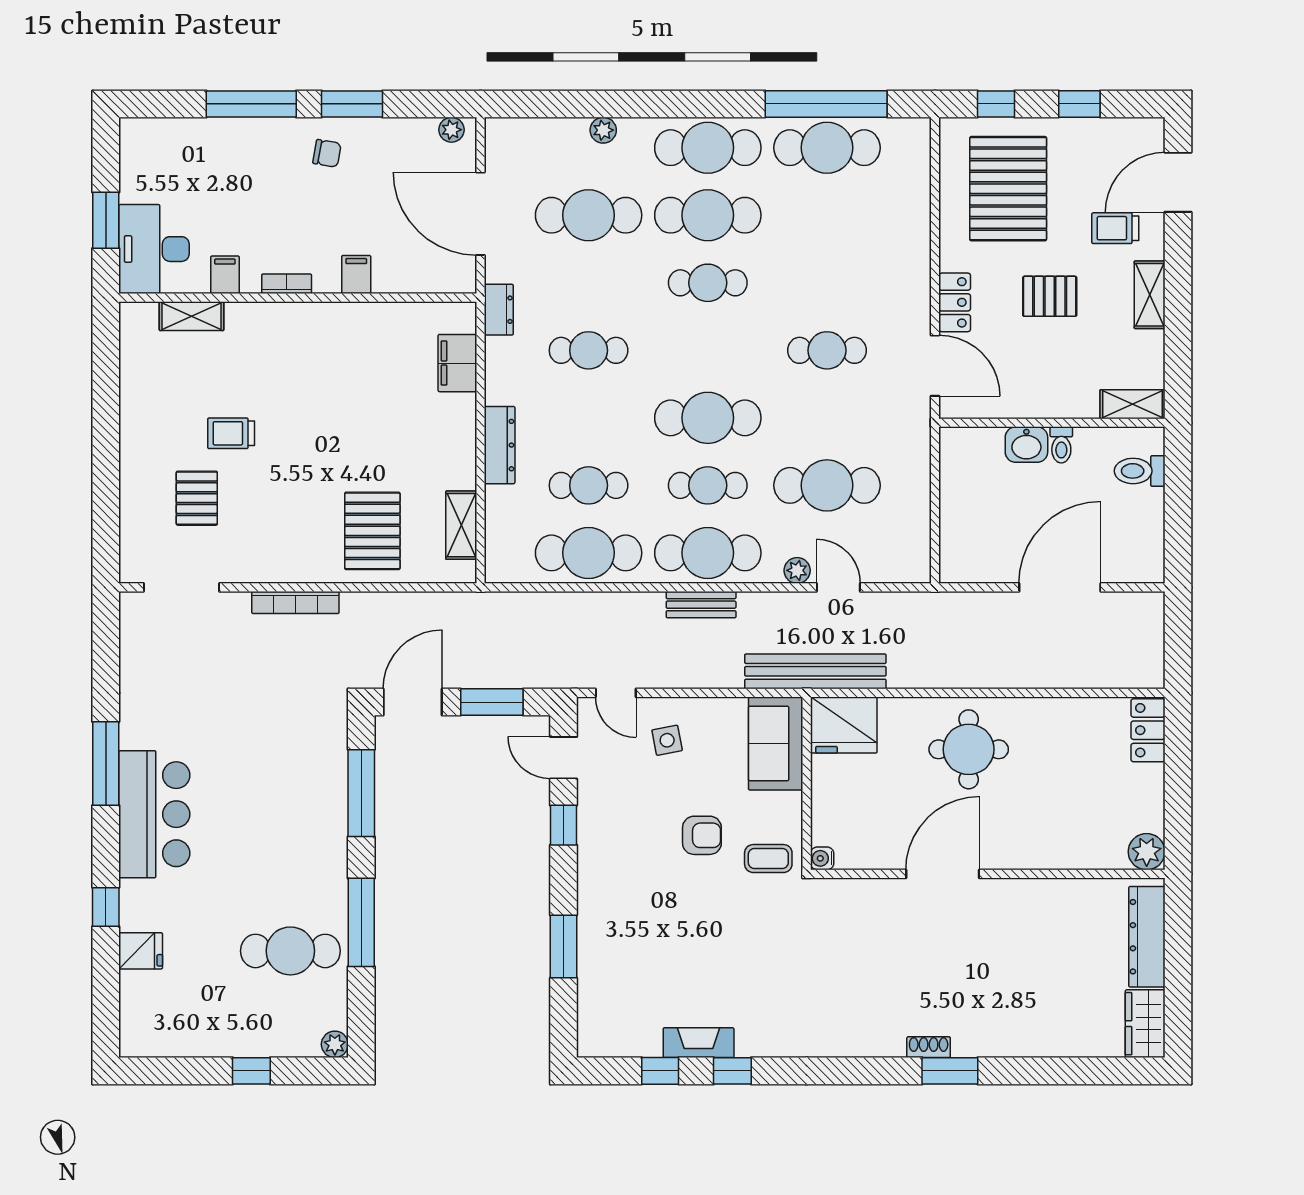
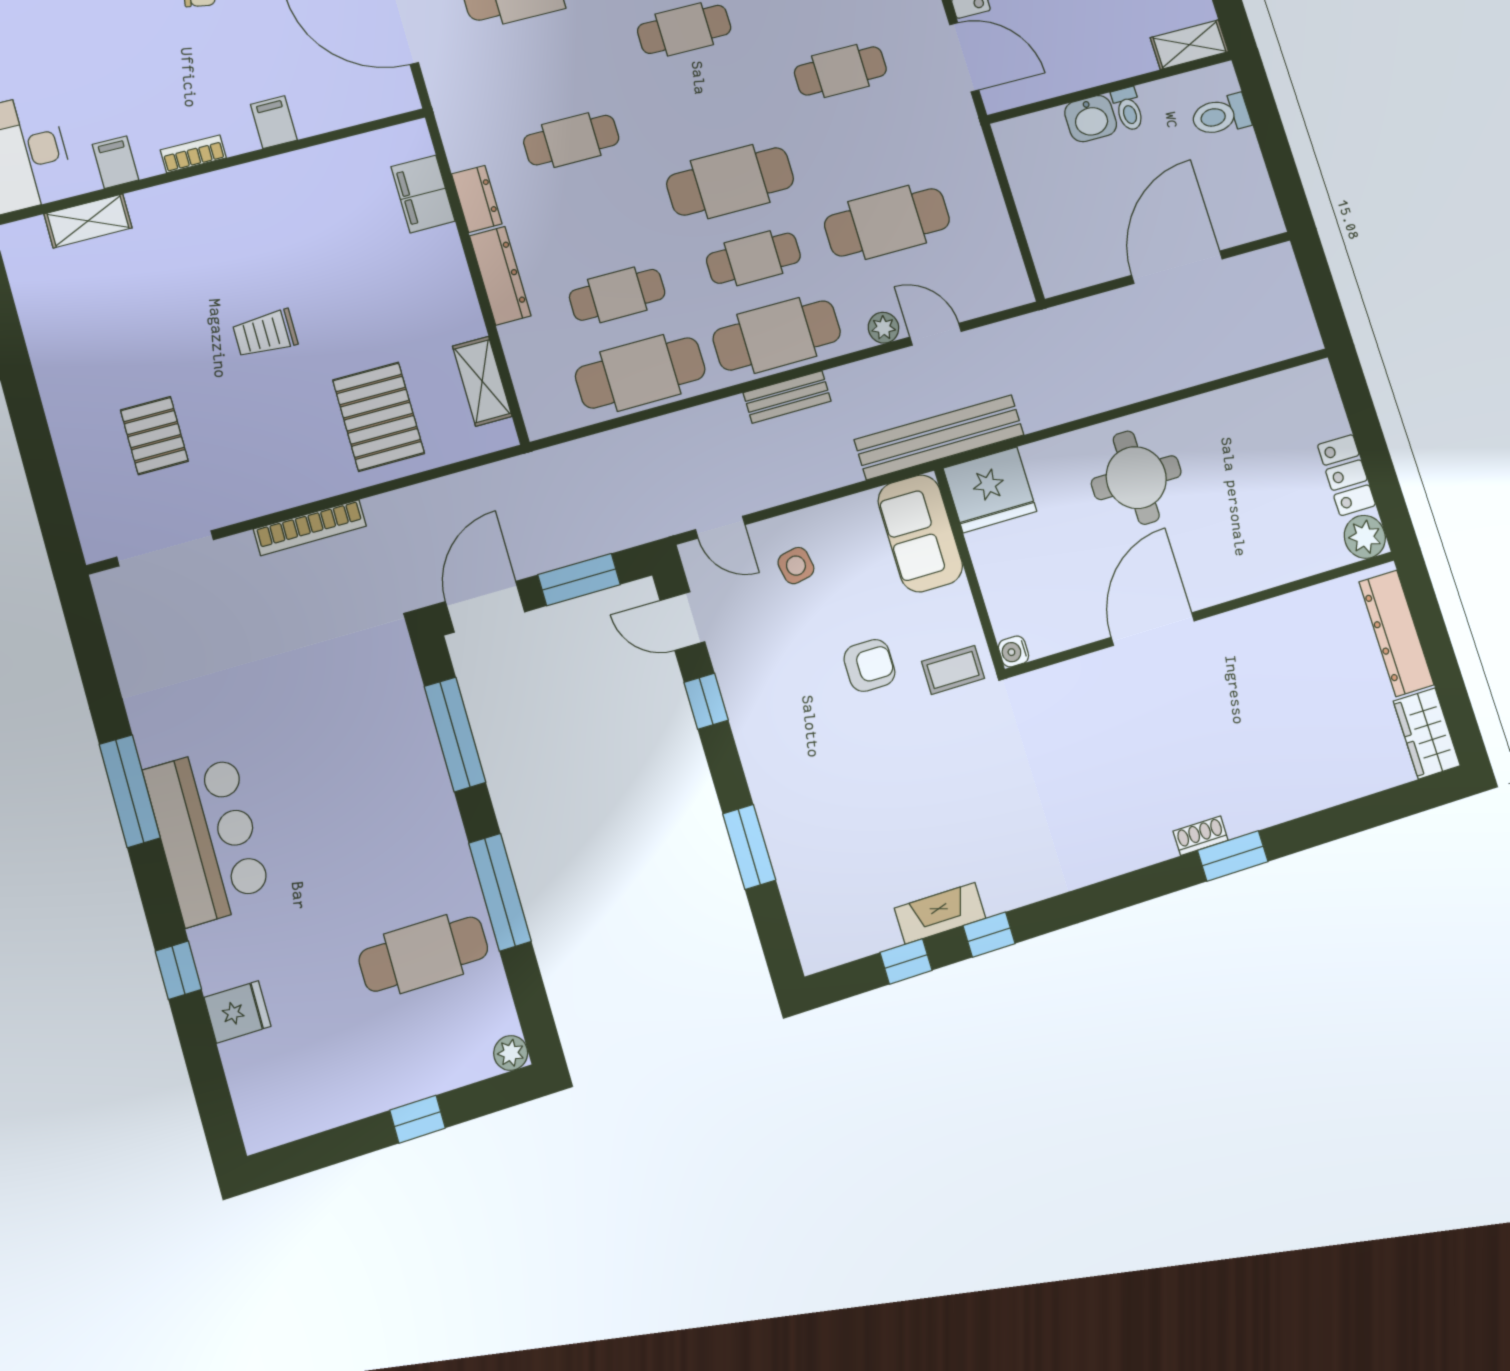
dresser: (499, 310) -> (477, 199), moved
trolley: (231, 433) -> (265, 333), moved
locker: (1148, 730) -> (1346, 475), moved

